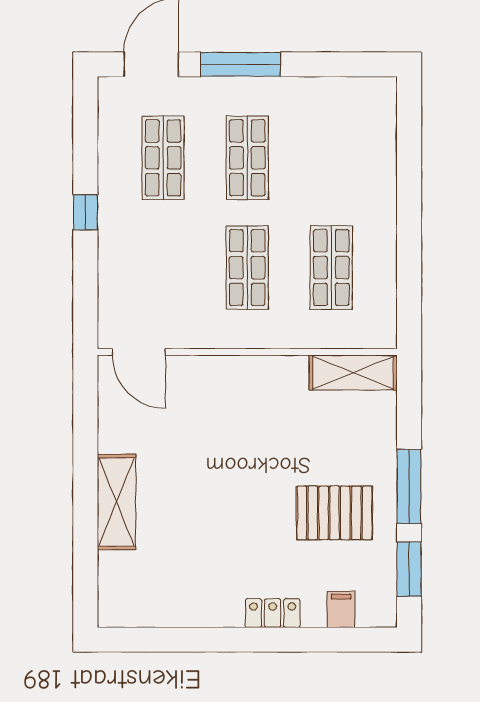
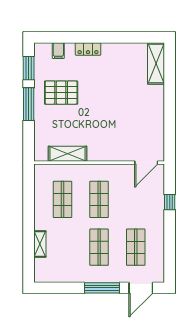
shelving: (383, 165) -> (40, 244), added
window: (85, 212) -> (170, 202), moved
door: (139, 352) -> (146, 163), swing flipped
shelving: (353, 373) -> (68, 154), moved
shelving: (117, 502) -> (156, 63), moved

